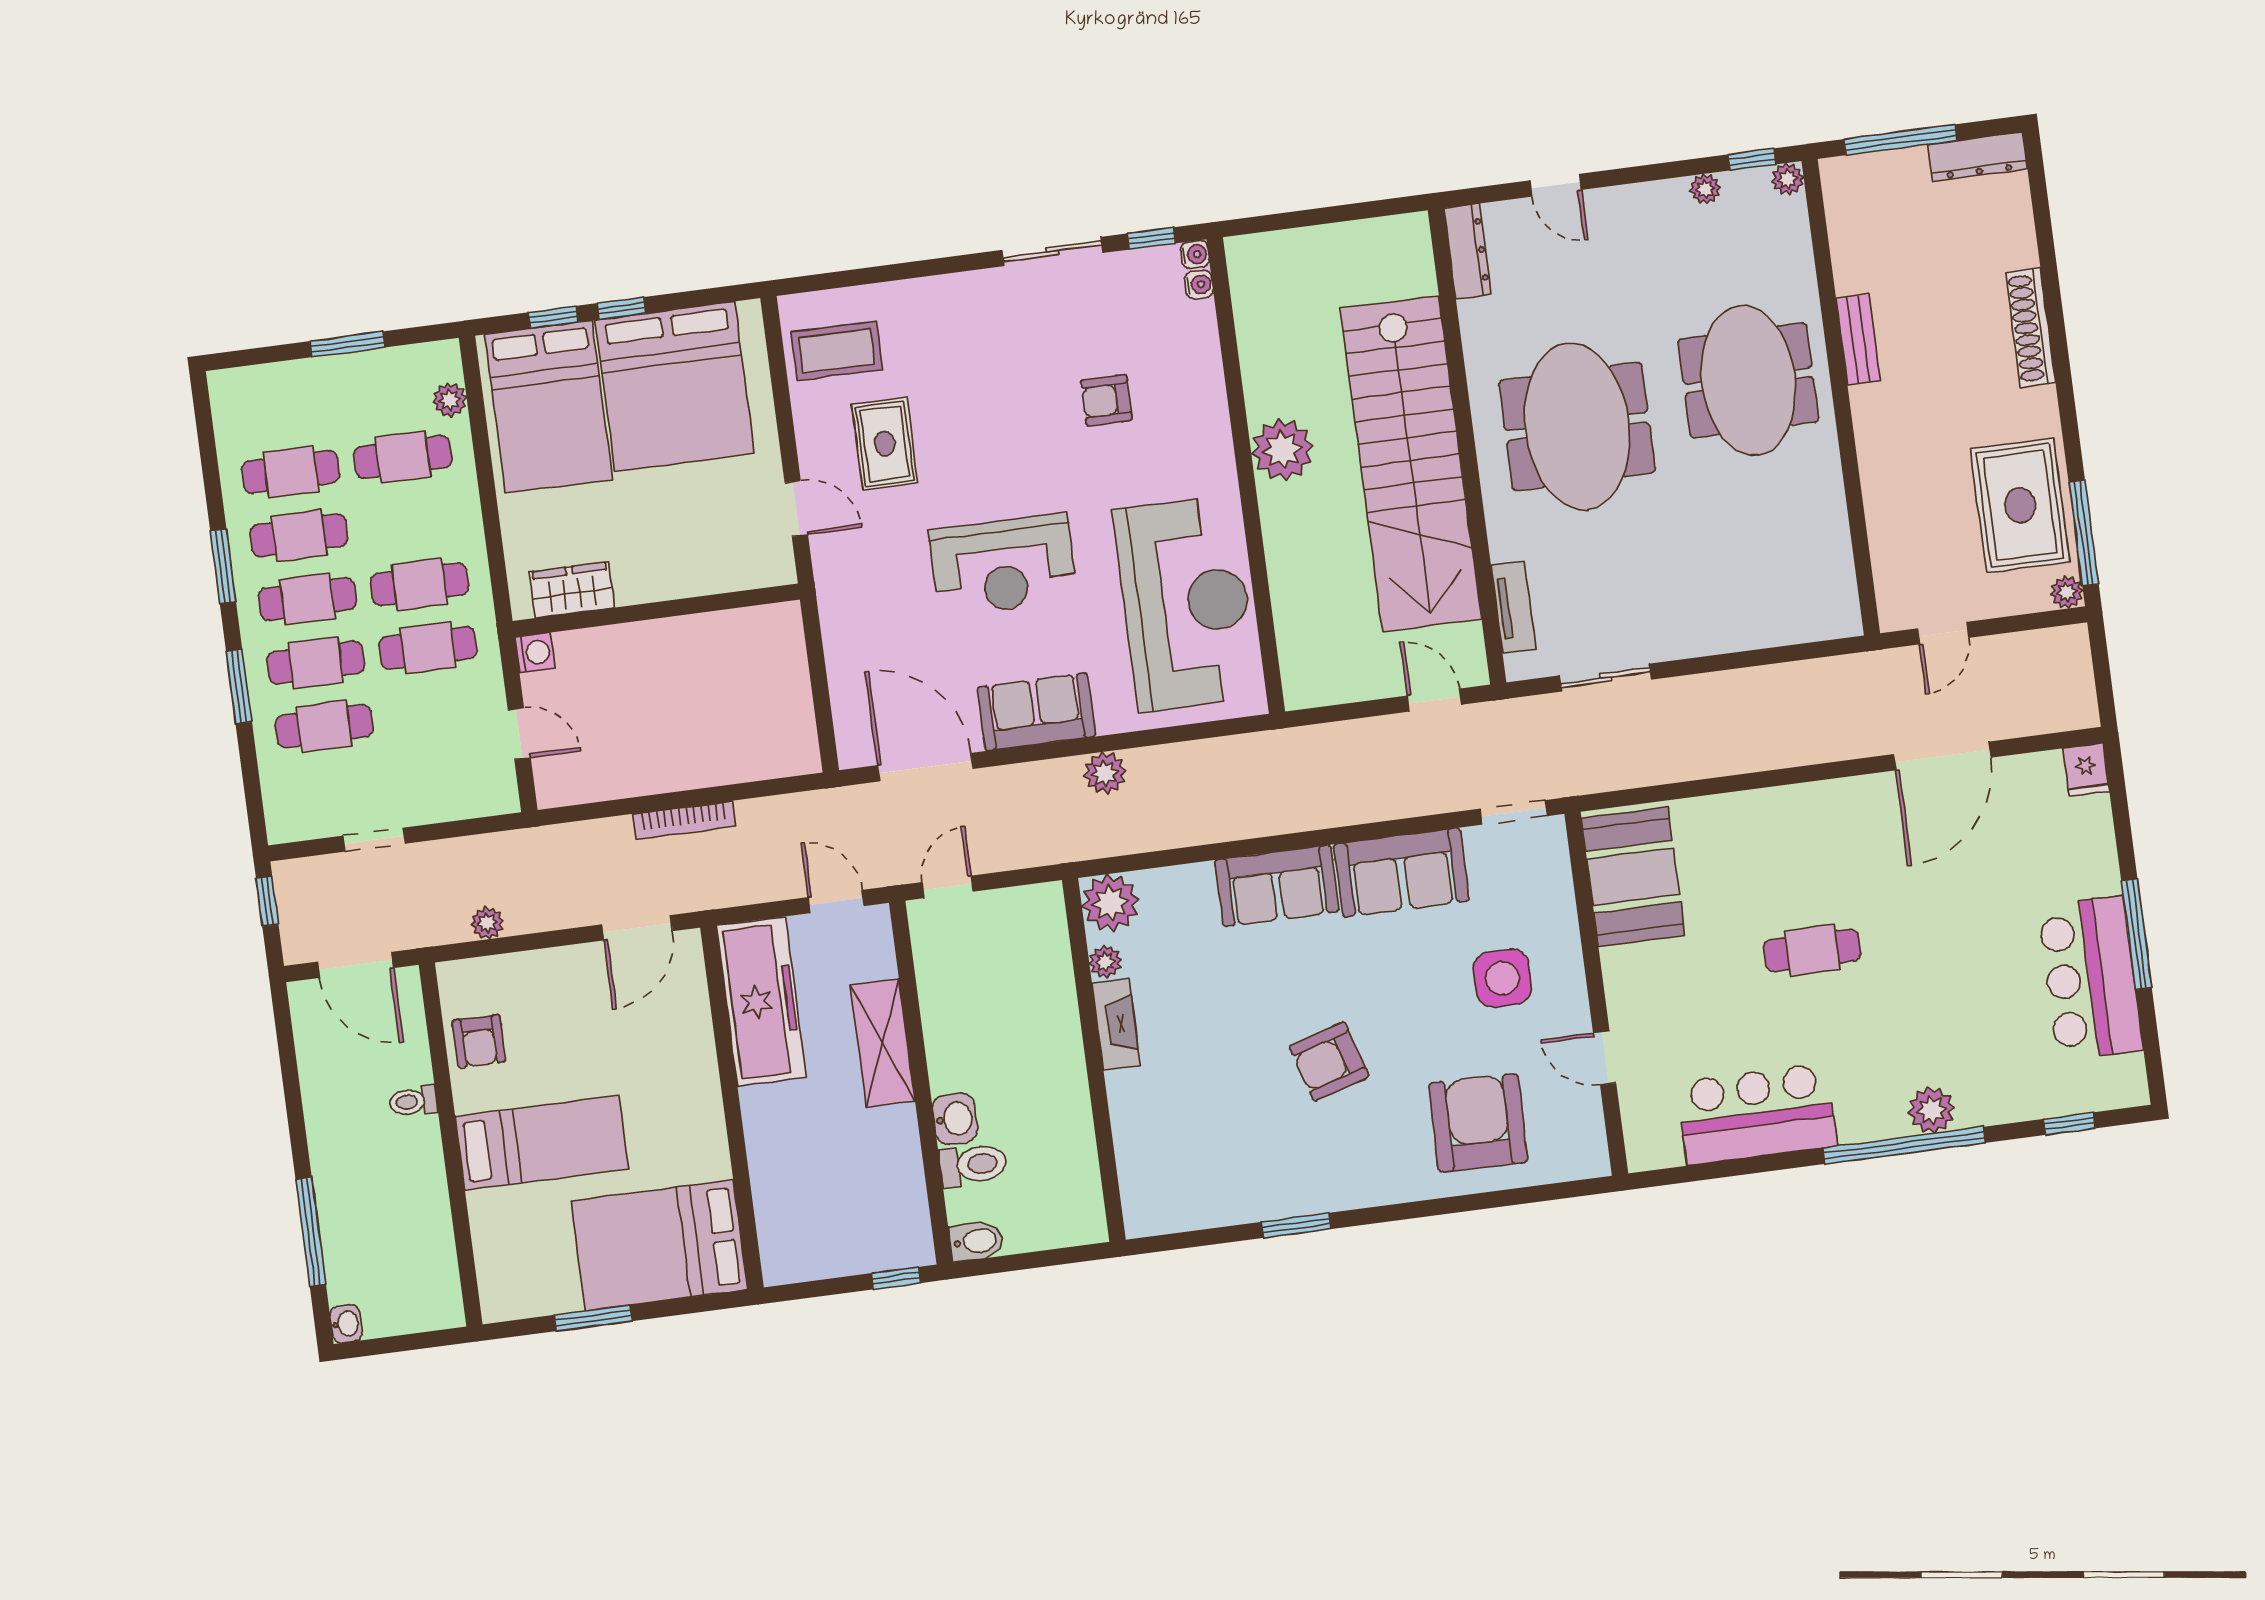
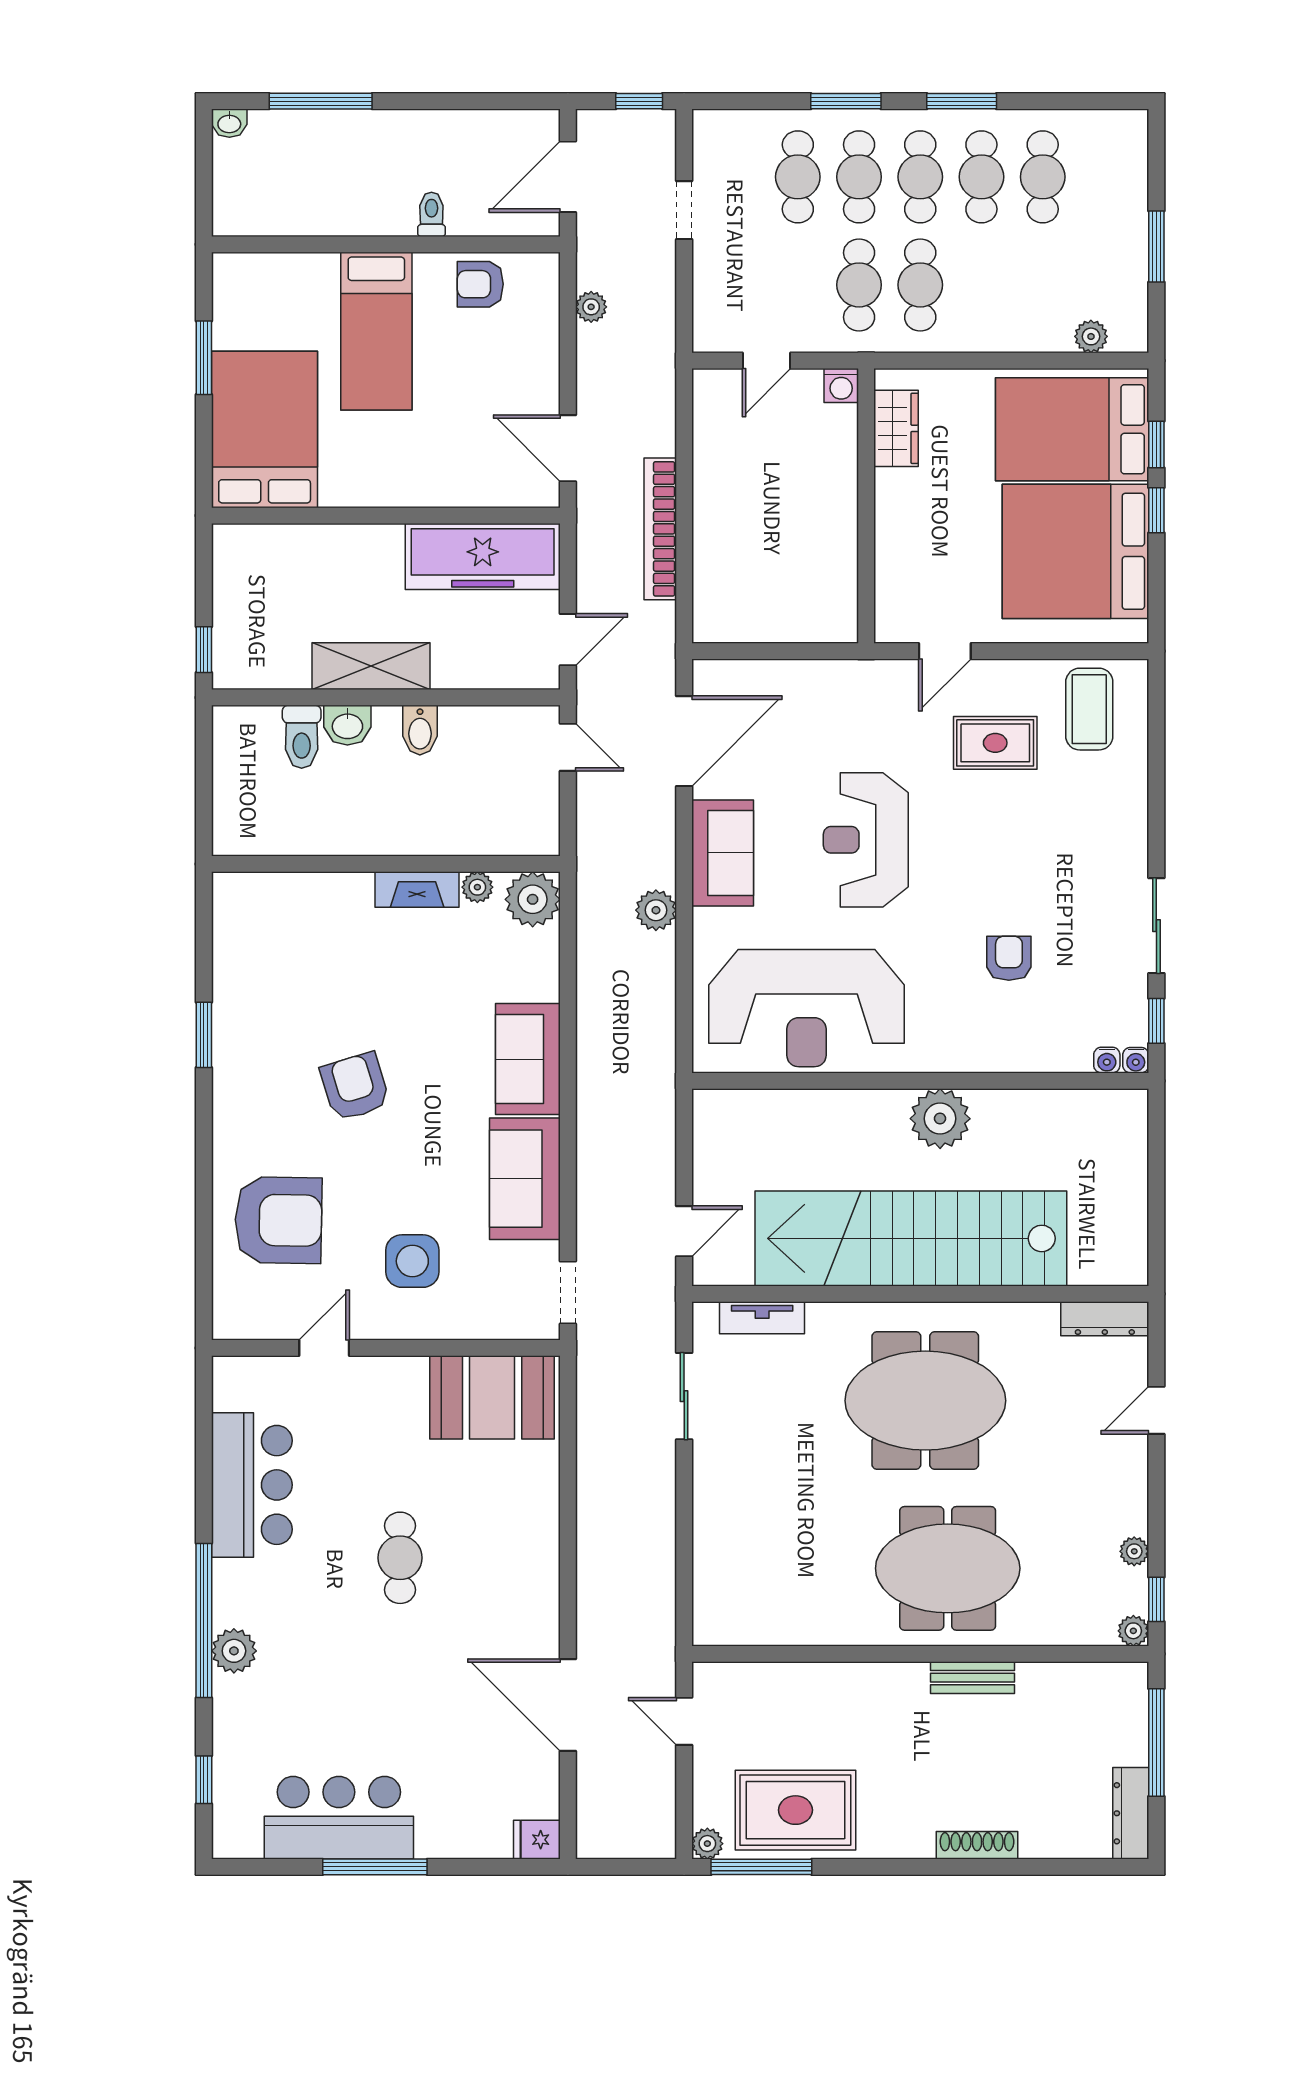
shoe rack: (2030, 328) -> (977, 1845), width x0.74, depth x0.81
cafe table: (403, 457) -> (1043, 285), removed
bookcase: (684, 820) -> (660, 529), width x1.48, depth x1.31
shelving: (883, 1043) -> (371, 666), moved
bidet: (976, 1241) -> (420, 730), moved

